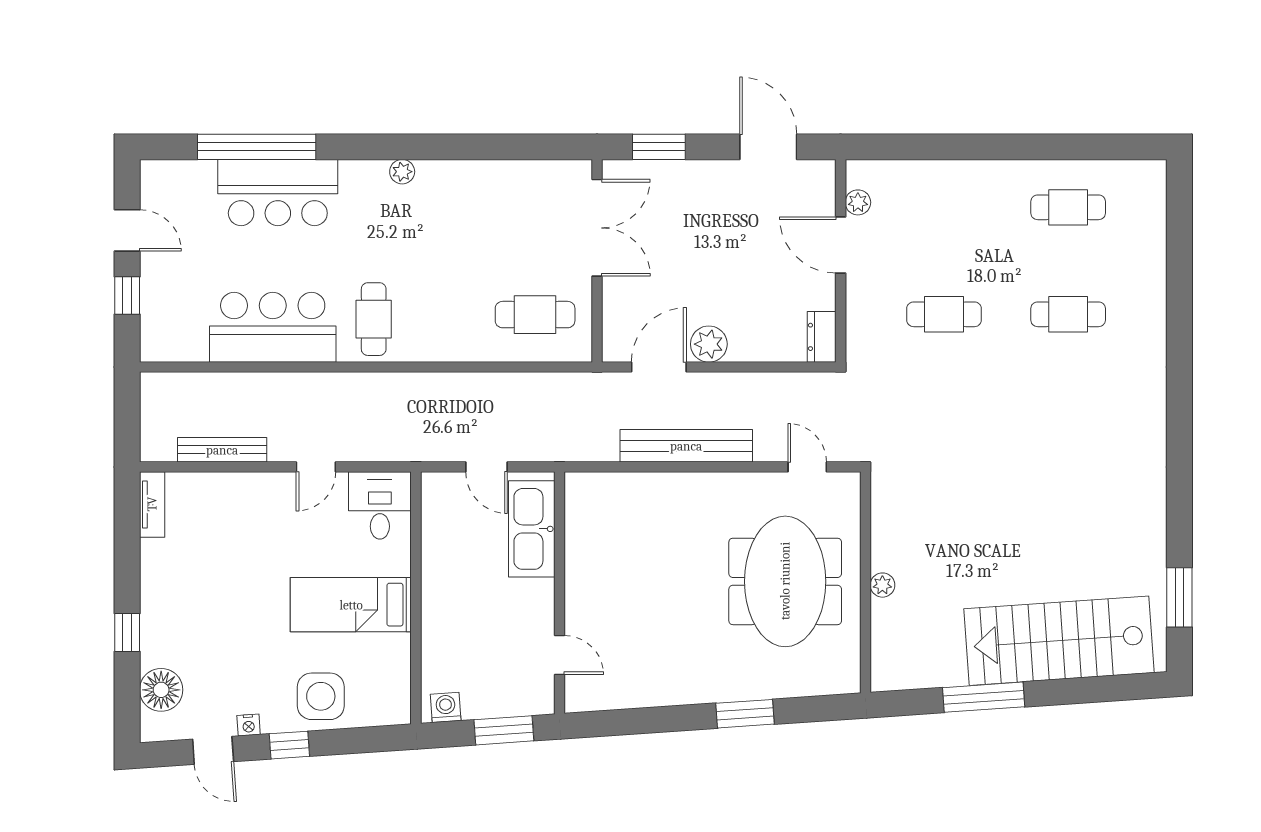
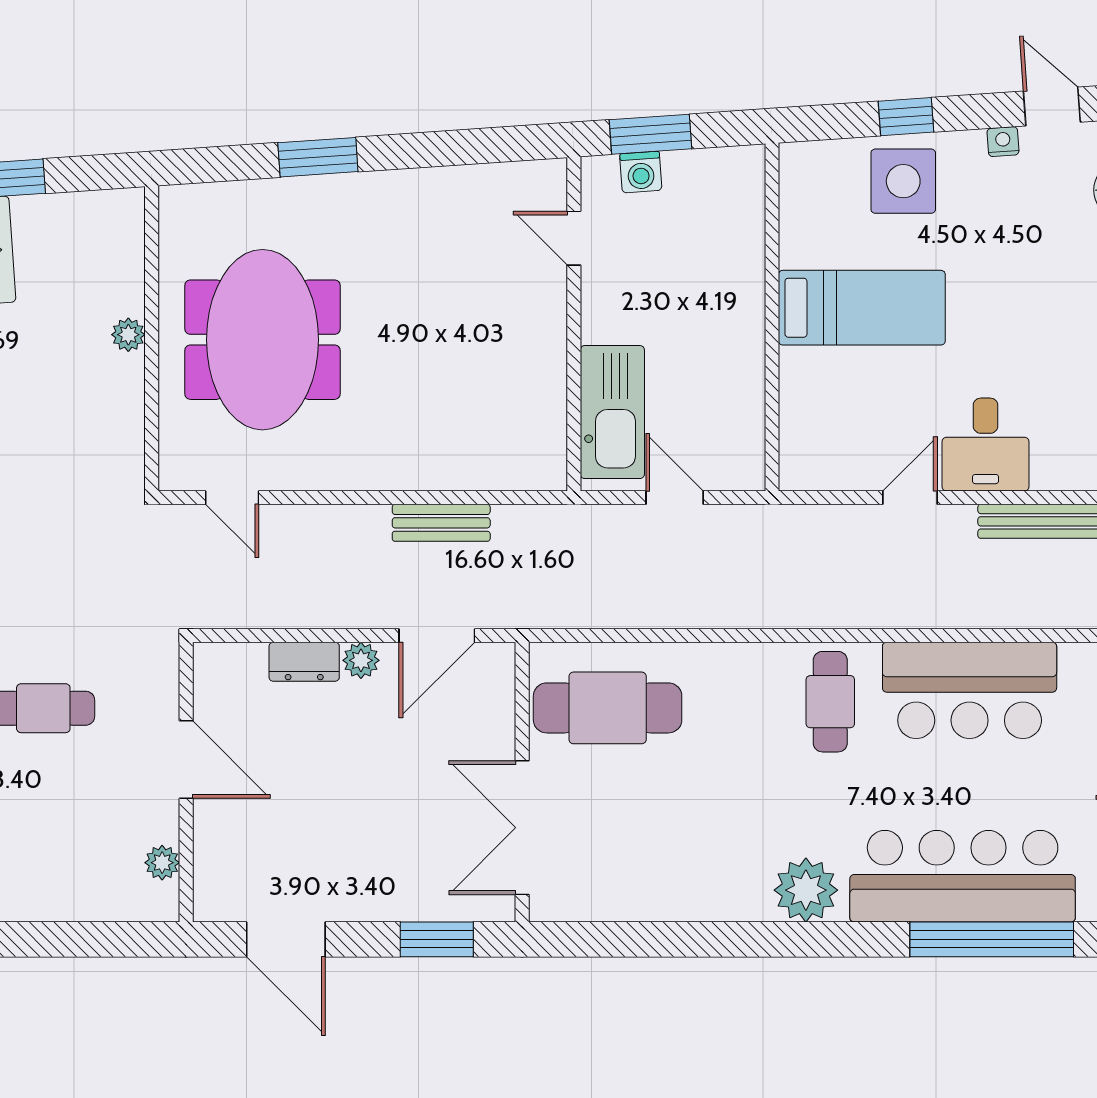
plant: (402, 172) -> (806, 890), width x1.88, depth x1.88
bar counter: (278, 193) -> (963, 876), width x1.36
door: (841, 245) -> (186, 759), moved
cafe table: (535, 315) -> (608, 708), width x1.37, depth x1.35
dresser: (822, 337) -> (304, 662), moved, turned 90
plant: (709, 344) -> (361, 660), width x0.73, depth x0.73
bench: (686, 446) -> (441, 523), width x0.54, depth x0.82
desk: (380, 505) -> (985, 445), moved
washing machine: (446, 707) -> (641, 172), moved
window: (289, 745) -> (906, 117), moved

